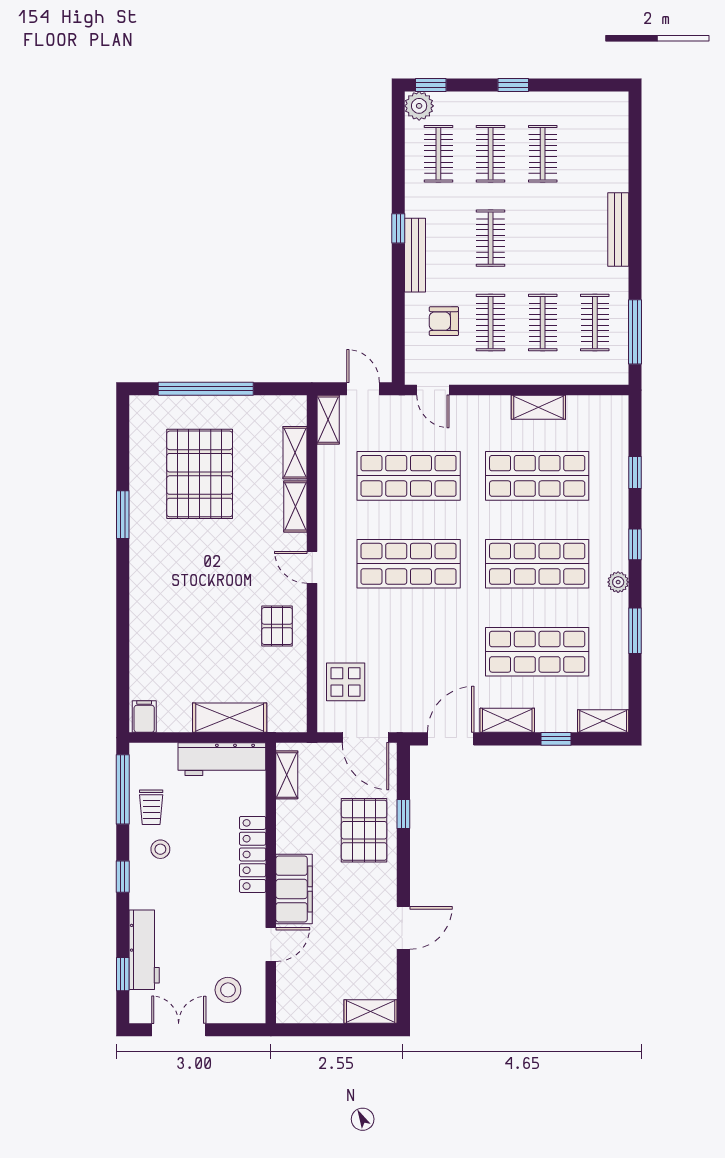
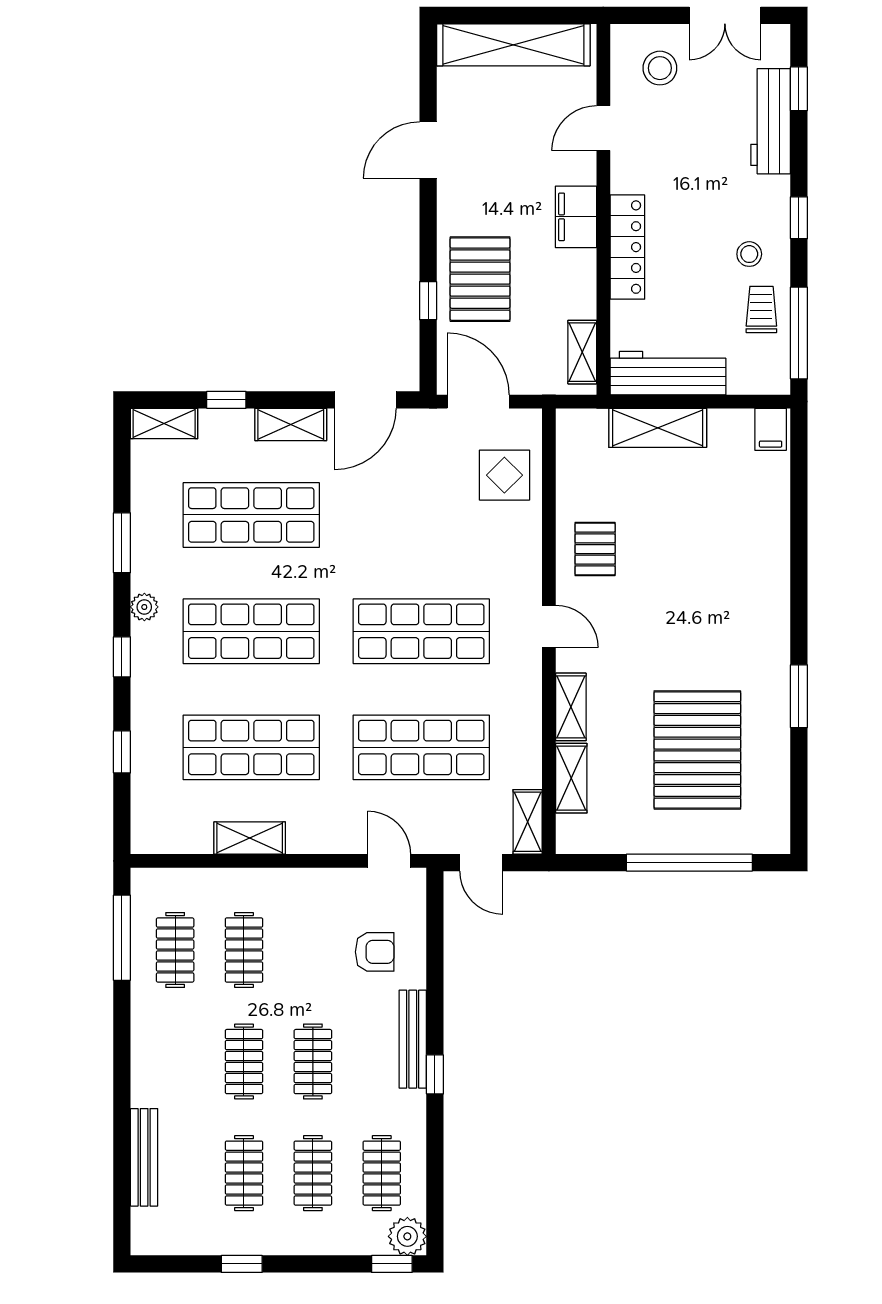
window: (513, 85) -> (242, 1264), moved
bench: (618, 230) -> (144, 1157), moved
clothes rail: (491, 323) -> (244, 1062), moved
filing cabinet: (294, 889) -> (576, 217), width x0.67, depth x0.86
shelving: (371, 1011) -> (513, 45), width x2.20, depth x1.33

